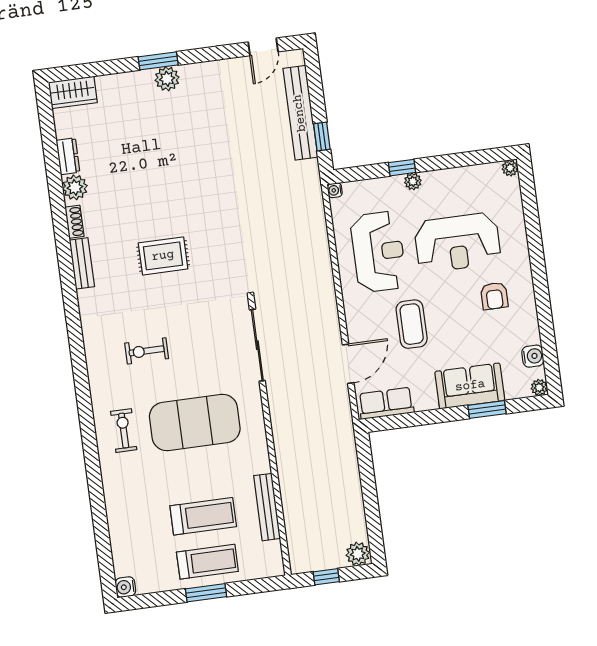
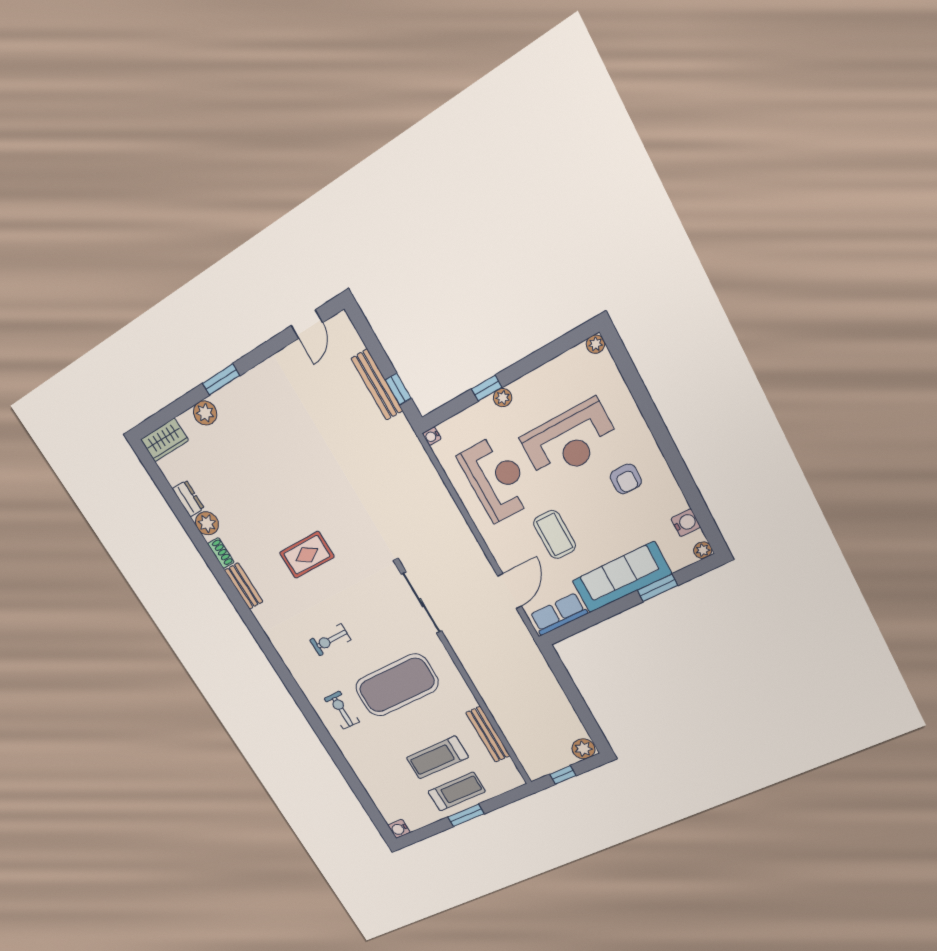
plant: (167, 79) -> (205, 413), moved
bench: (300, 113) -> (377, 385), width x0.73, depth x0.82
sofa: (470, 386) -> (622, 577), width x1.36
treadmill: (203, 516) -> (437, 757), turned 180

